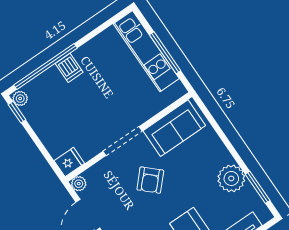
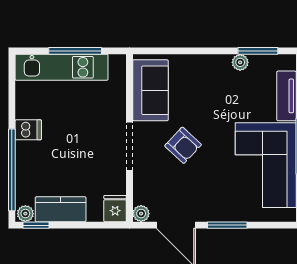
dishwasher: (69, 68) -> (28, 130), moved
kitchen counter: (41, 122) -> (61, 209), added
plant: (231, 178) -> (240, 62), width x0.53, depth x0.53

